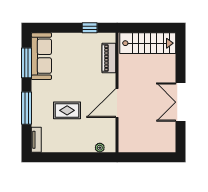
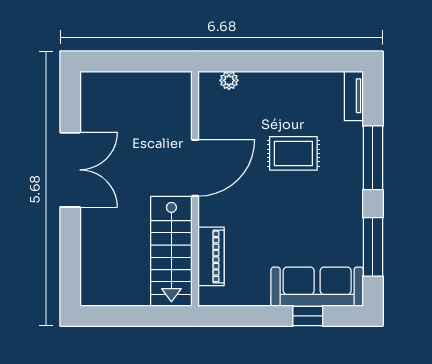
window: (90, 28) -> (308, 316), moved
stairs: (148, 43) -> (171, 251), moved, turned -90
sofa: (41, 56) -> (317, 287), moved, turned 90

